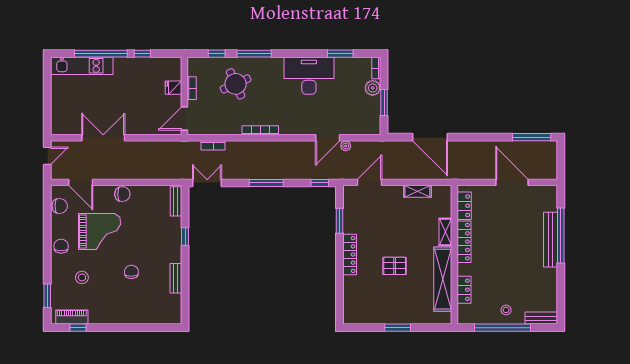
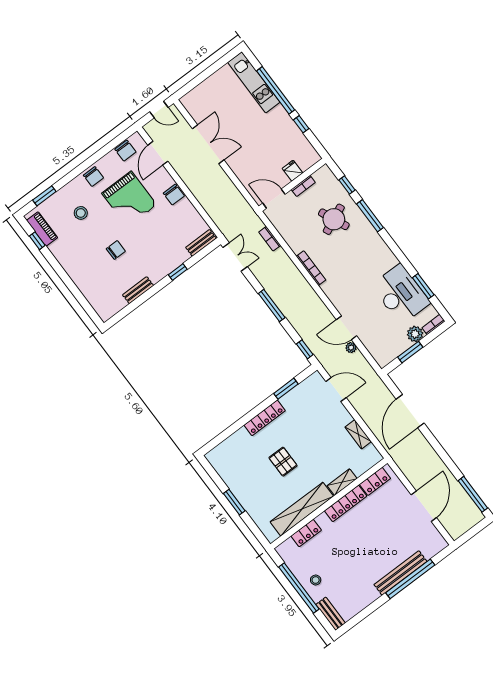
desk: (309, 76) -> (401, 294), moved
chair: (61, 246) -> (93, 177), turned 90

